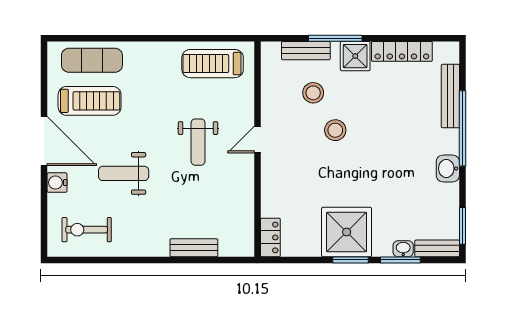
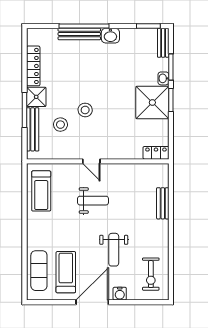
bench: (306, 51) -> (33, 129), width x1.36
bench: (450, 96) -> (79, 34), moved
washbasin: (403, 249) -> (163, 78), moved

